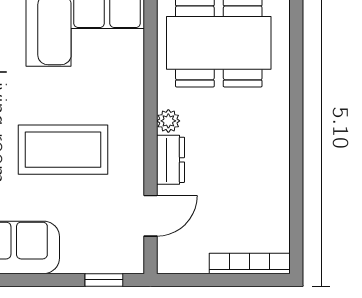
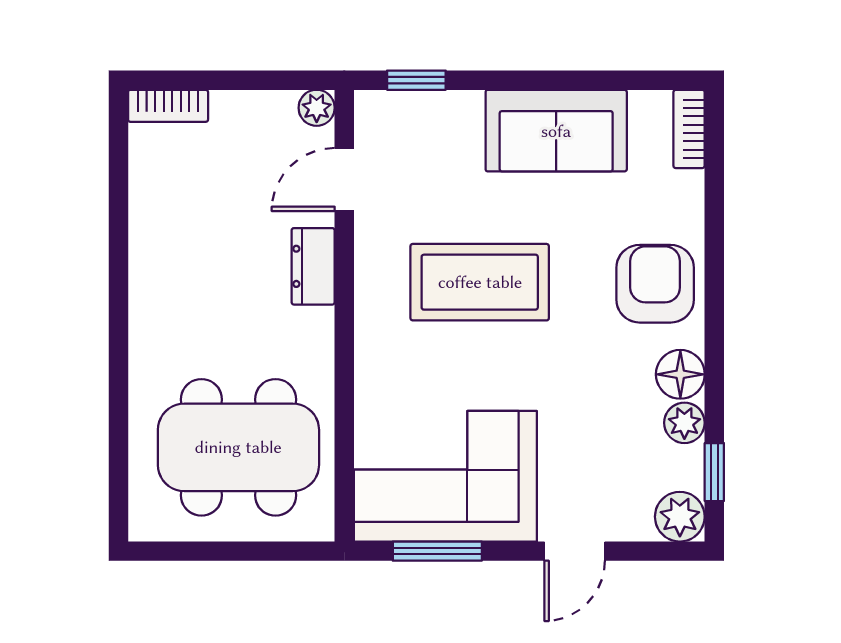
plant: (168, 121) -> (317, 108), moved
bookcase: (250, 263) -> (168, 106), width x0.64

